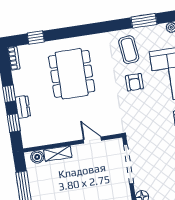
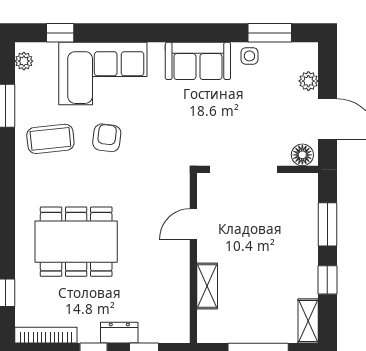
bookcase: (14, 58) -> (46, 335), width x1.56
armchair: (134, 82) -> (107, 138), turned -83
boiler: (37, 157) -> (208, 322), removed

